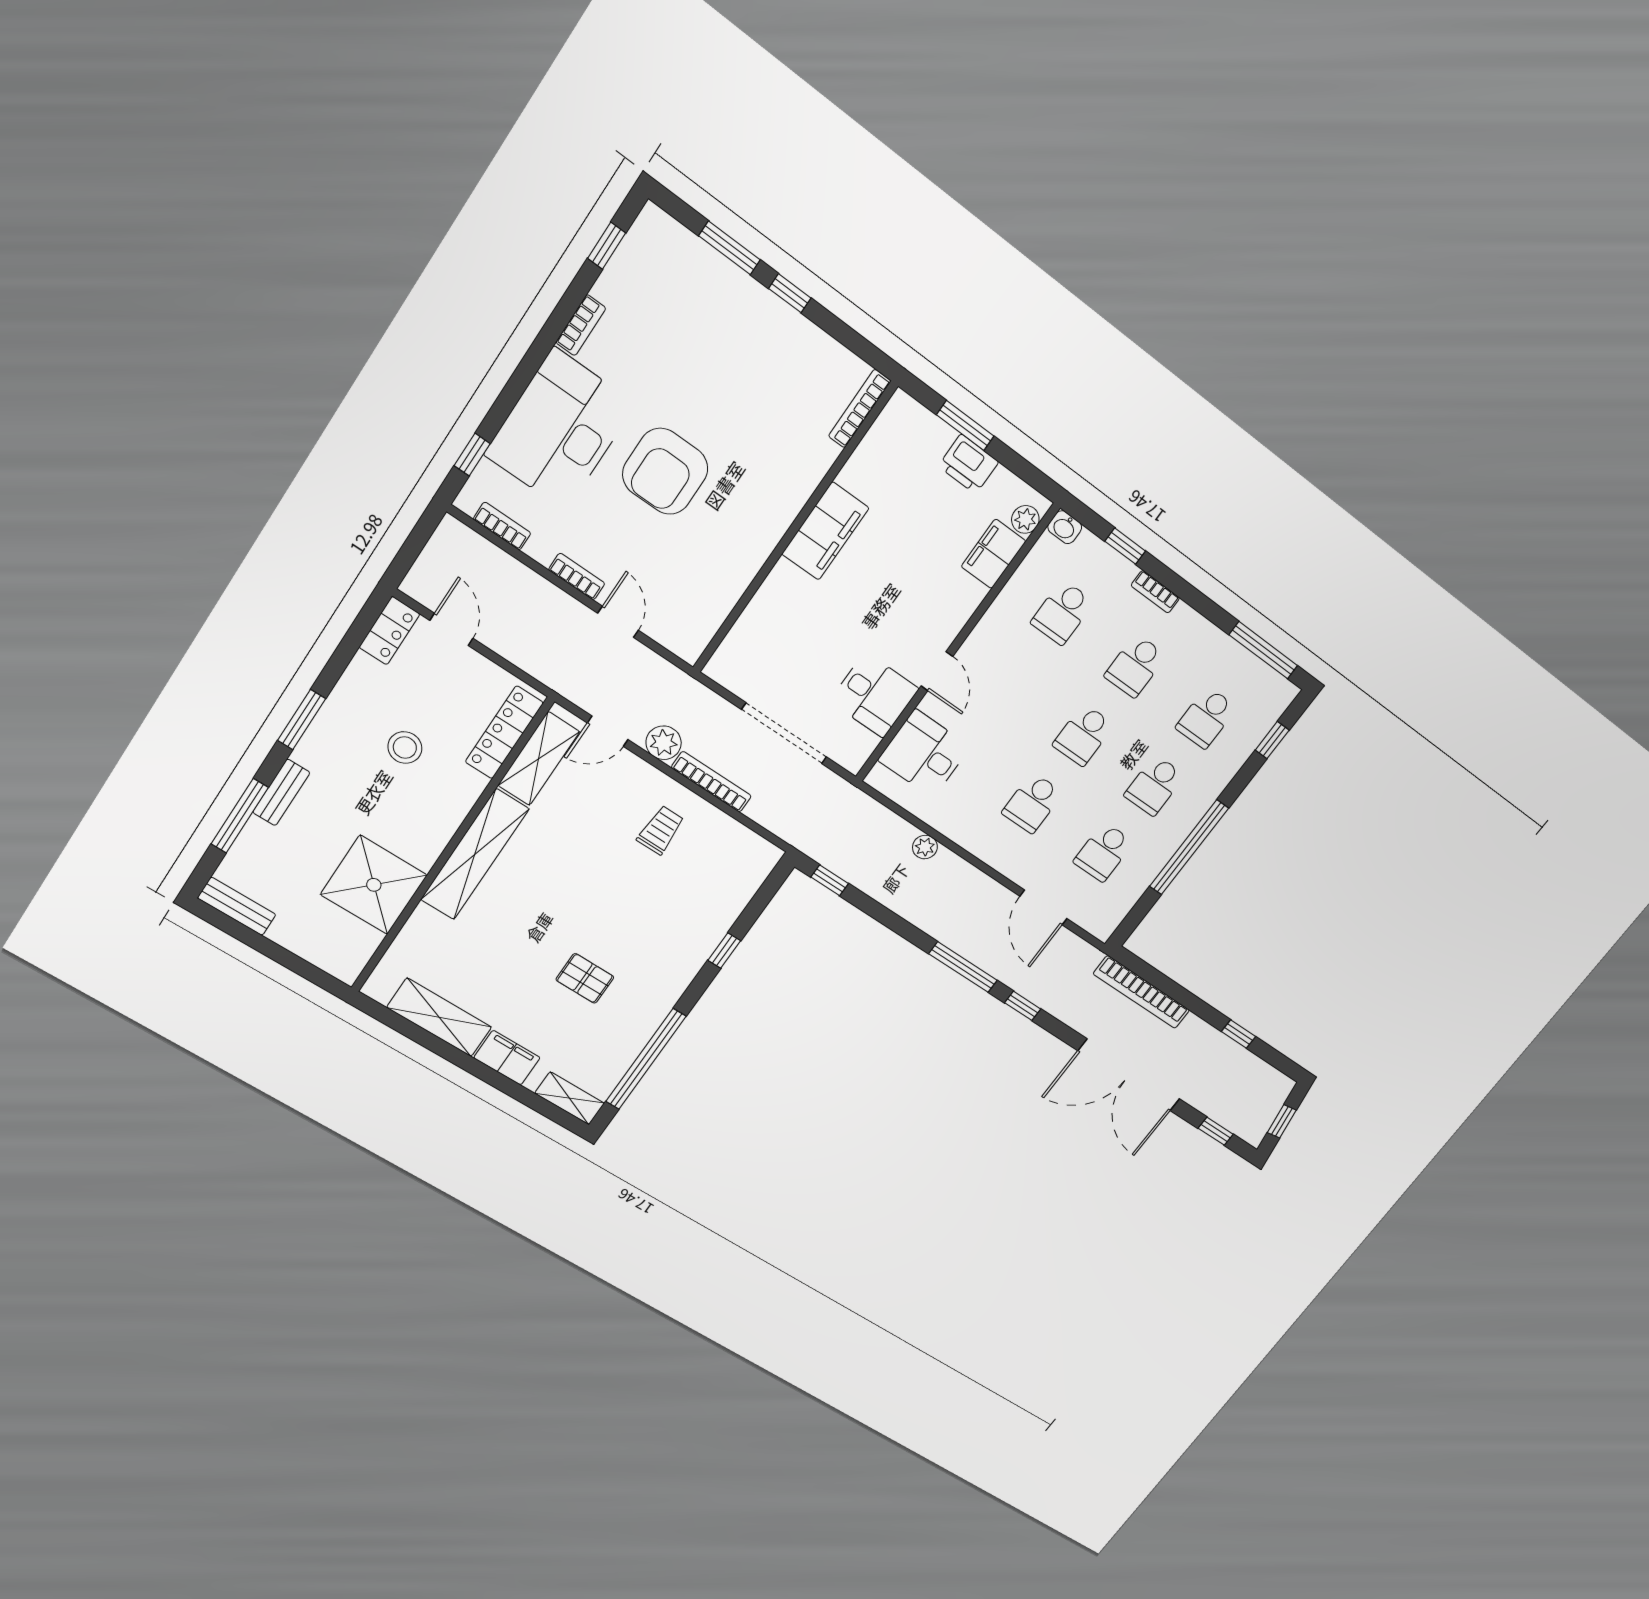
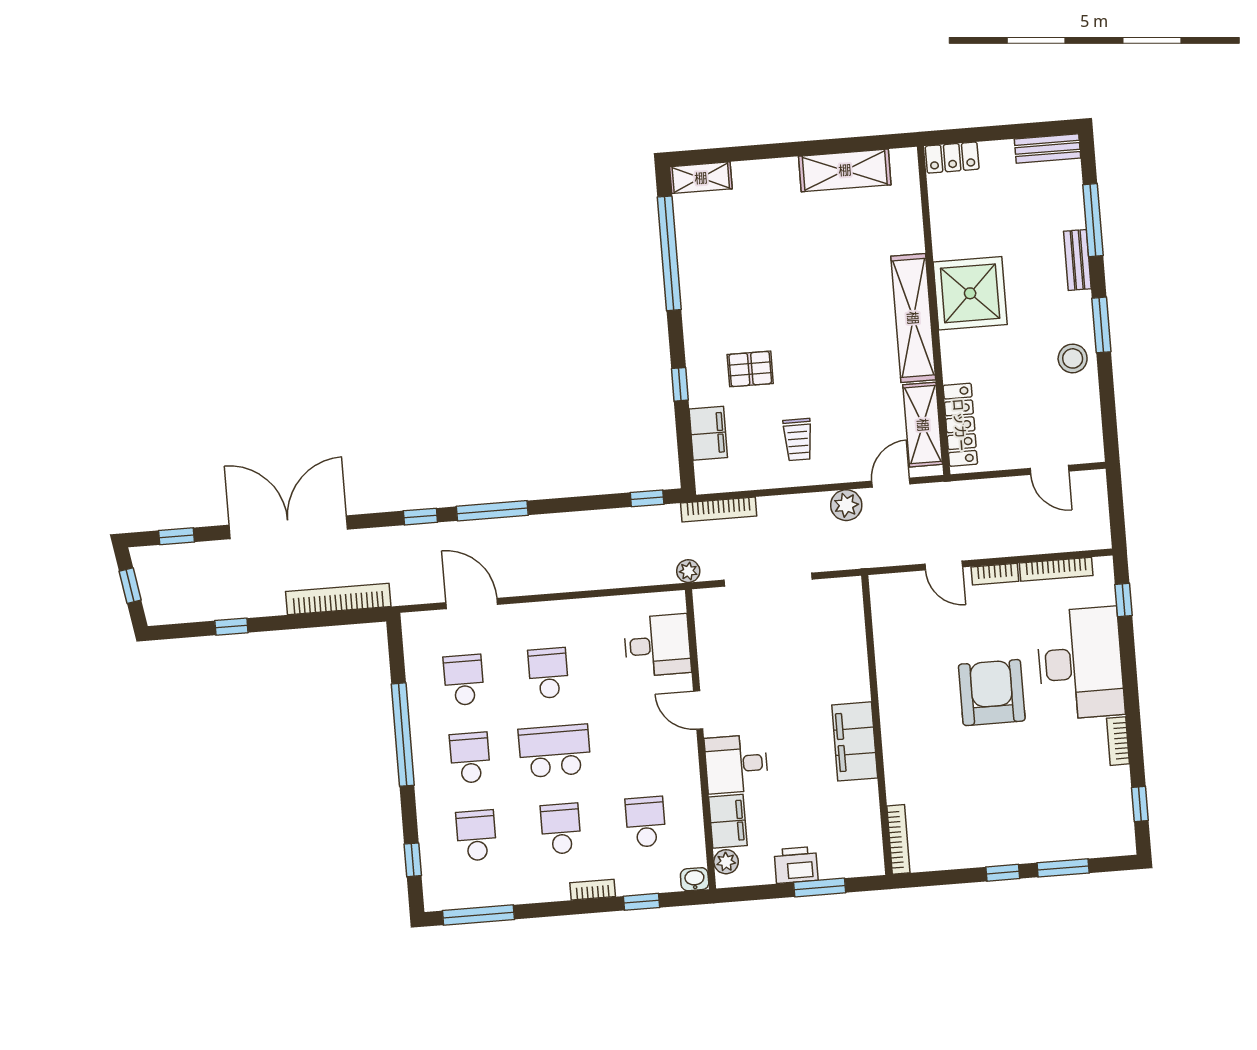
bookcase: (502, 526) -> (1056, 569), width x1.56
locker: (389, 631) -> (952, 158), moved, turned -90
desk: (874, 695) -> (736, 764), moved
school desk: (1083, 735) -> (555, 751), width x1.85
stool: (405, 748) -> (1073, 358), moved
bookcase: (711, 782) -> (719, 509), moved
plant: (925, 847) -> (688, 571), moved
shower: (374, 885) -> (970, 293), moved
pallet: (585, 978) -> (750, 369), moved
filing cabinet: (507, 1058) -> (708, 433), moved, turned -90

